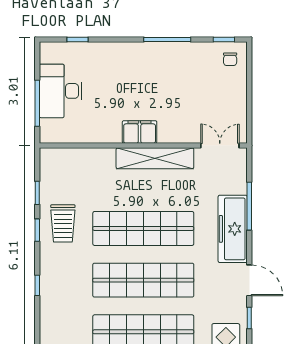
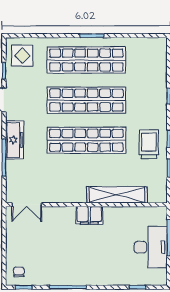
shelving: (155, 158) -> (117, 195), moved
freezer: (233, 229) -> (15, 140), width x0.73, depth x0.79

